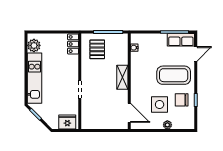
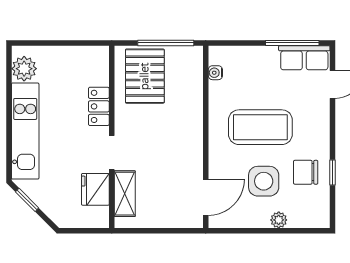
locker: (73, 44) -> (99, 106), moved
pallet: (97, 49) -> (145, 76), width x1.50, depth x1.42
coffee table: (174, 75) -> (260, 127), moved
shelving: (122, 77) -> (125, 194), moved
door: (129, 113) -> (206, 197), hinge flipped
fridge: (67, 122) -> (95, 189), moved, turned -90

